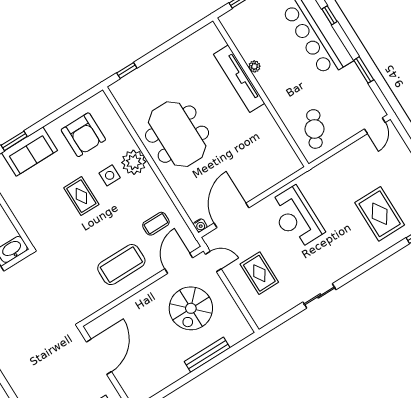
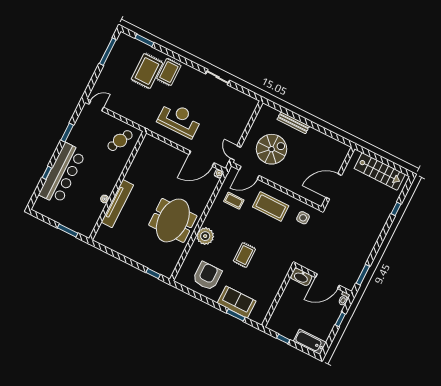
side table: (110, 175) -> (303, 218), moved
reception desk: (296, 217) -> (179, 120), turned -90
rug: (259, 273) -> (169, 72), moved

